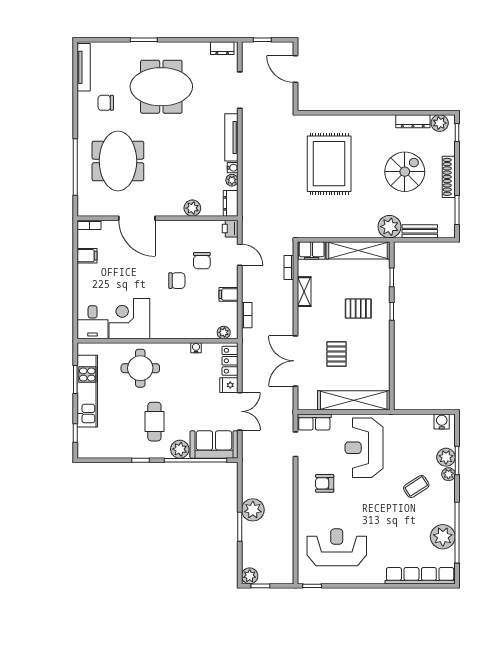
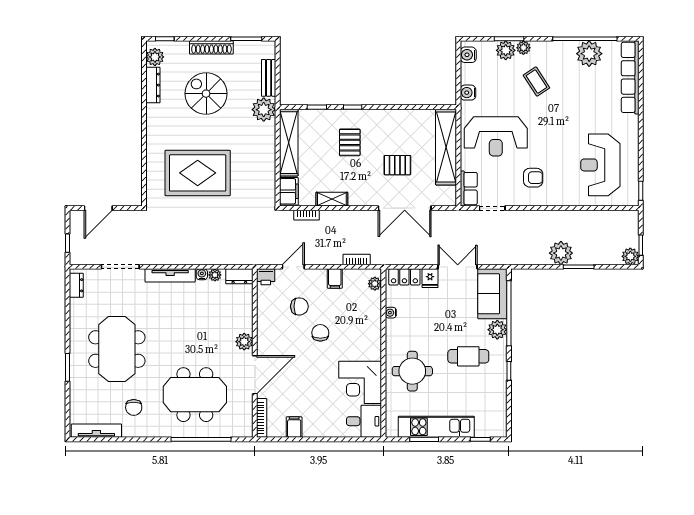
plant: (192, 208) -> (244, 342), moved
bookcase: (89, 225) -> (262, 418), width x1.56
water cooler: (406, 421) -> (468, 93), added
armchair: (325, 483) -> (533, 178), turned -90

